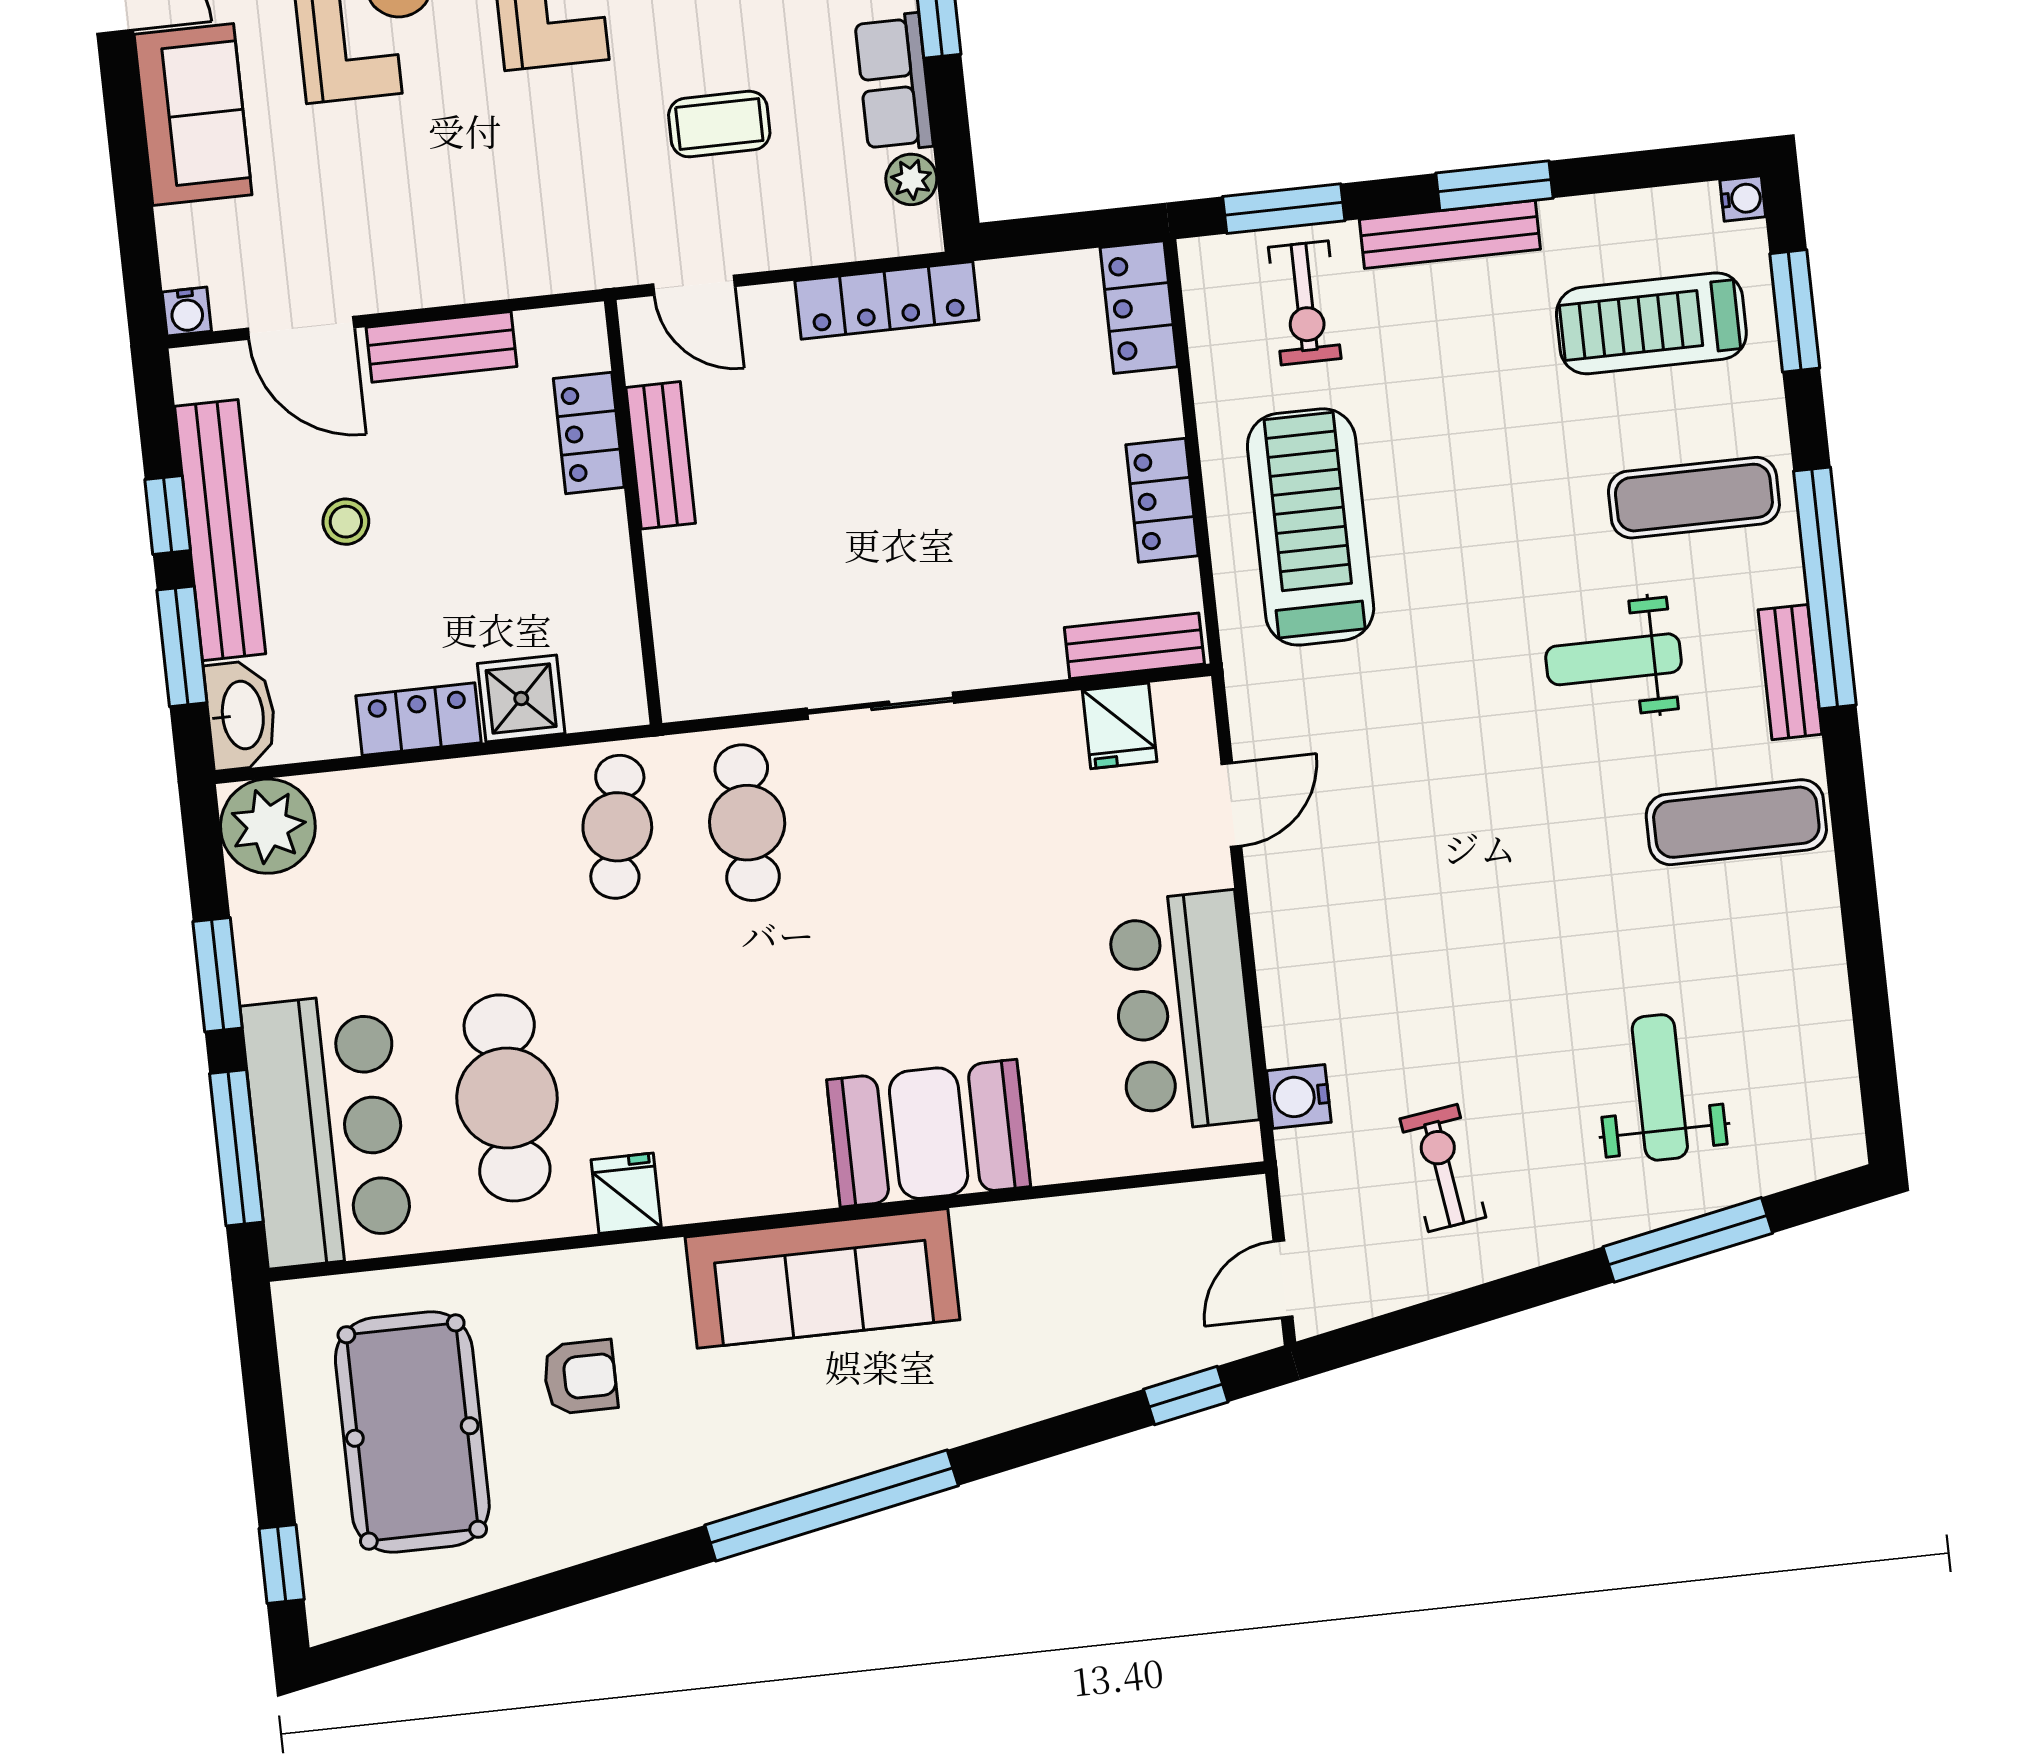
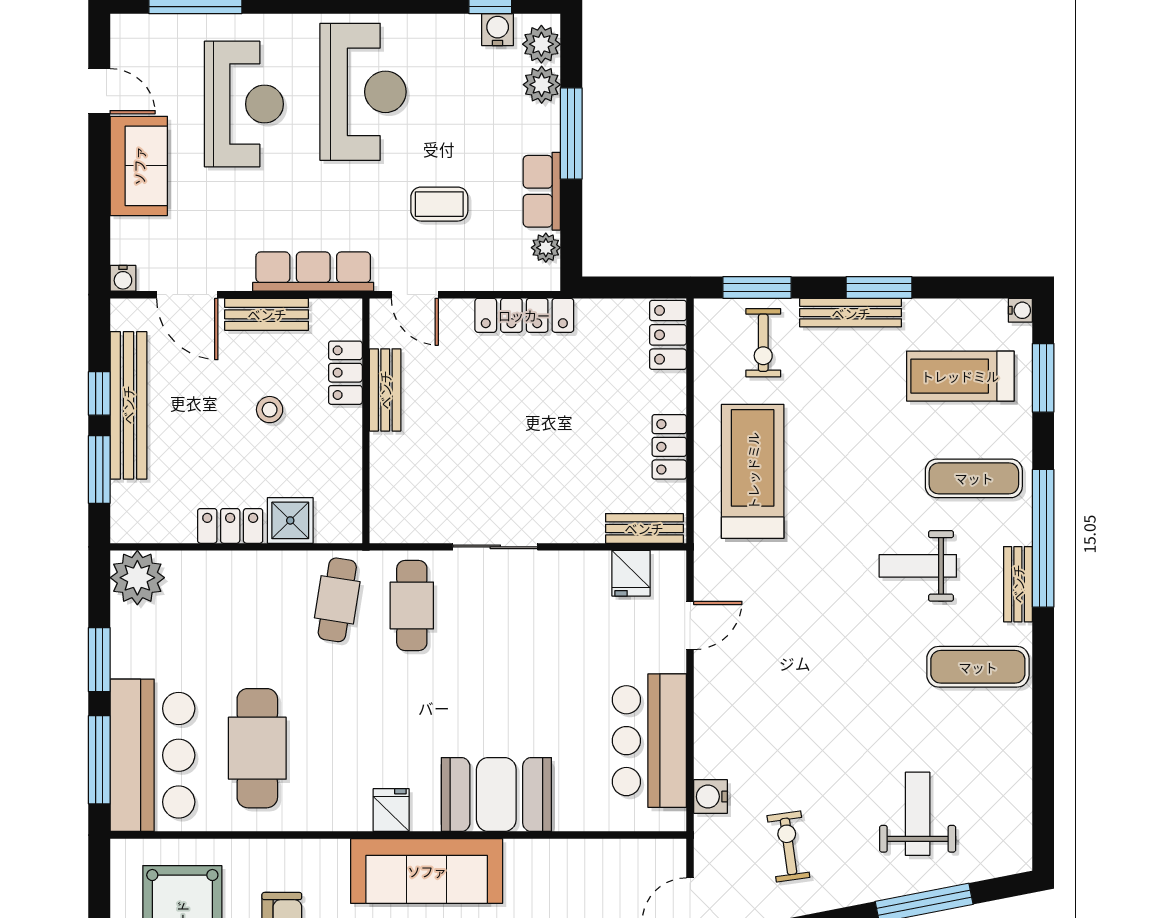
row of seats: (514, 264) -> (313, 272), added
stool: (346, 522) -> (270, 410), moved
washbasin: (241, 715) -> (129, 513), removed
fridge: (626, 1193) -> (391, 810), moved

